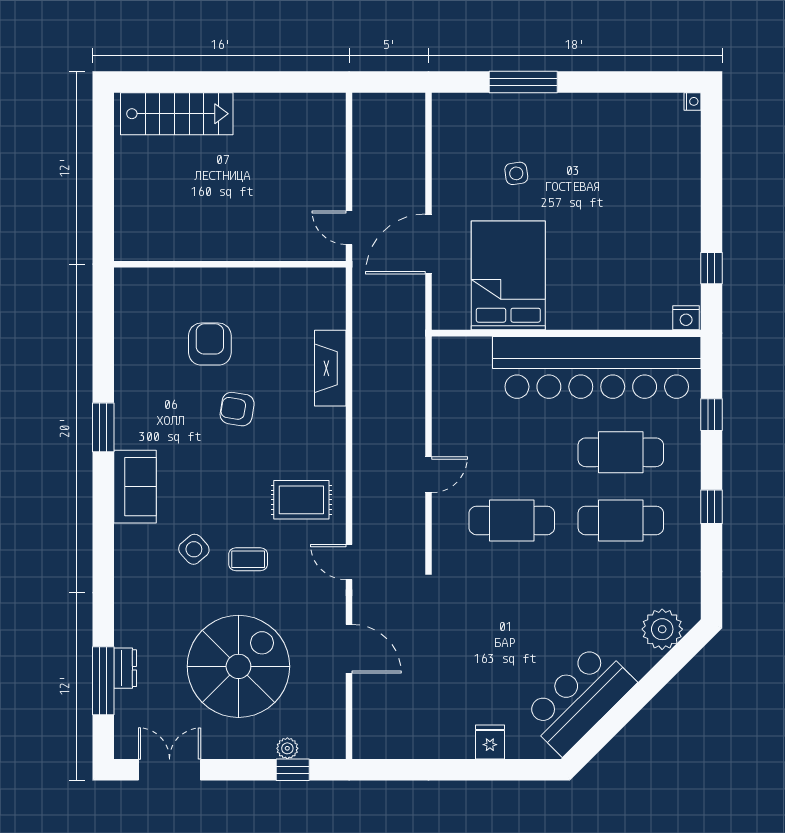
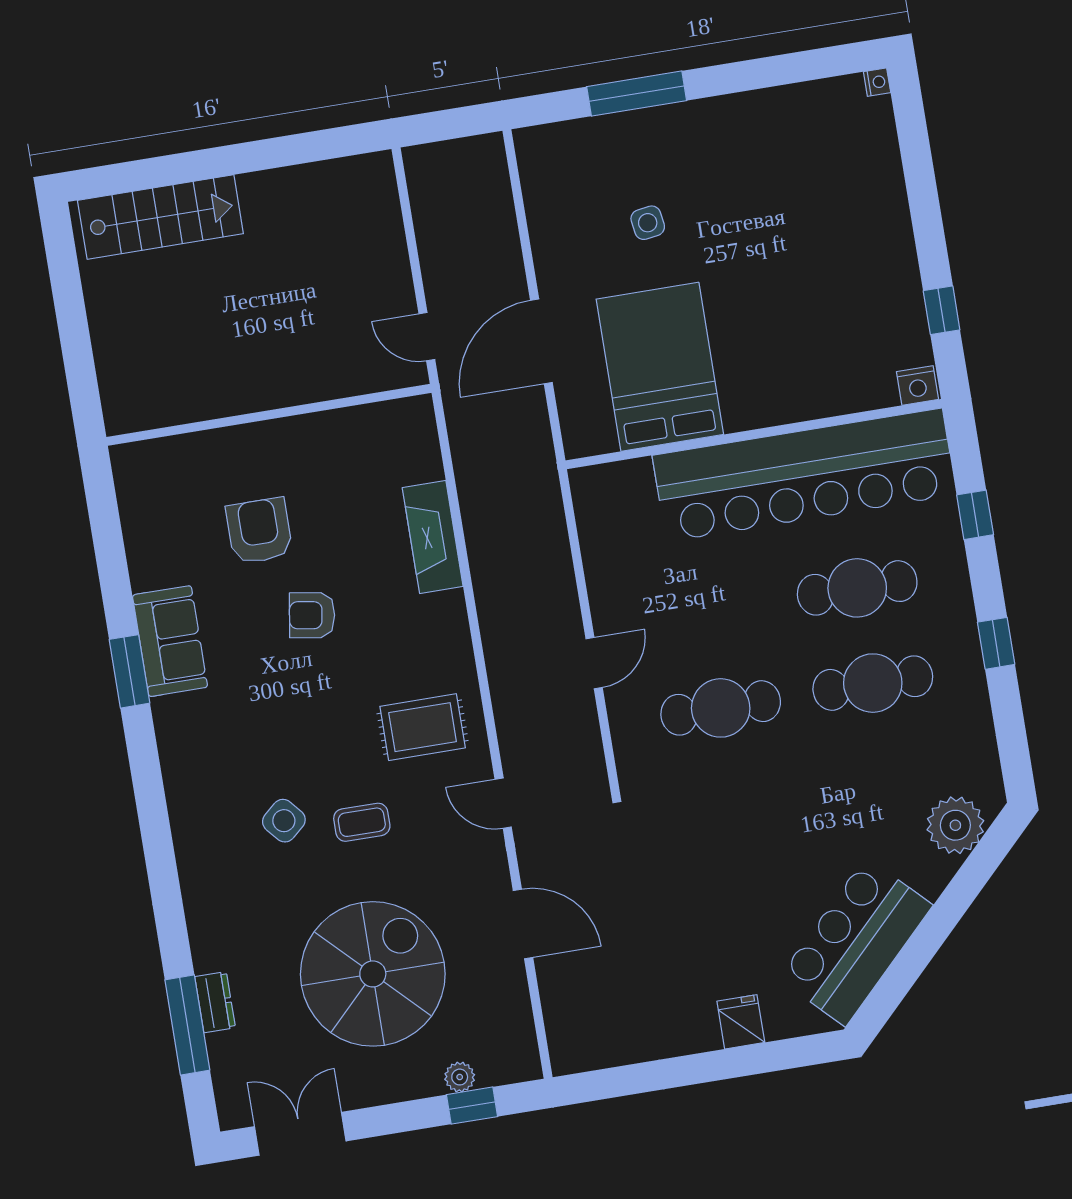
sofa: (135, 487) -> (170, 641), moved

